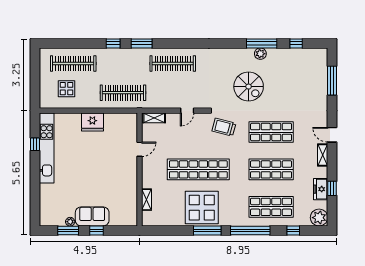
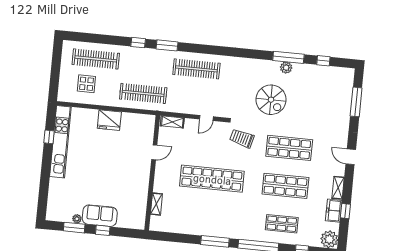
shelving: (323, 155) -> (338, 188), moved
shop shelf: (271, 207) -> (282, 224), width x0.70, depth x0.74
display table: (202, 208) -> (212, 218), removed

